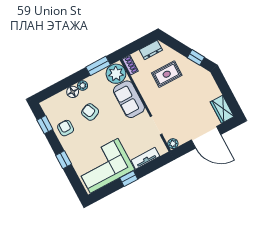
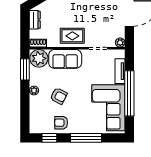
rug: (167, 74) -> (72, 36), moved, turned 90
floor lamp: (73, 92) -> (35, 101), removed
armchair: (90, 112) -> (59, 96), turned -130
window: (64, 160) -> (86, 138), width x2.17
window: (129, 179) -> (129, 93), width x3.17

